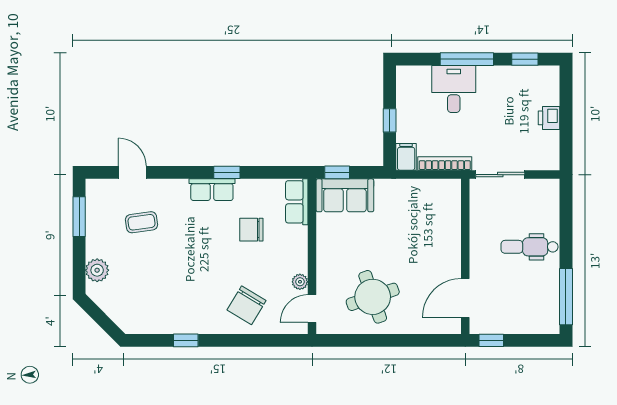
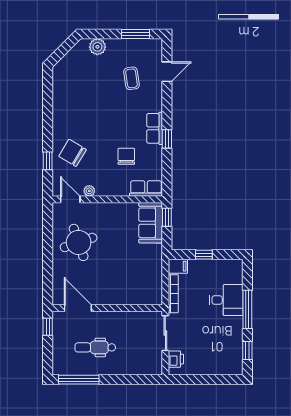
printer: (549, 118) -> (176, 359), moved, turned 90
dental chair: (529, 247) -> (95, 347), moved, turned -90
window: (186, 340) -> (48, 161), moved

